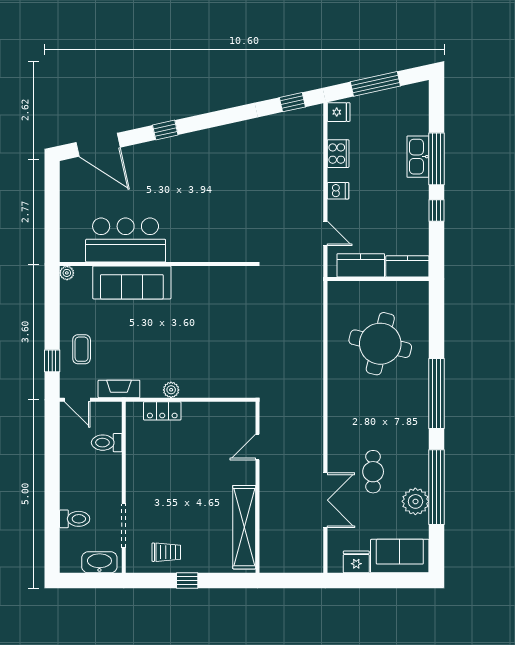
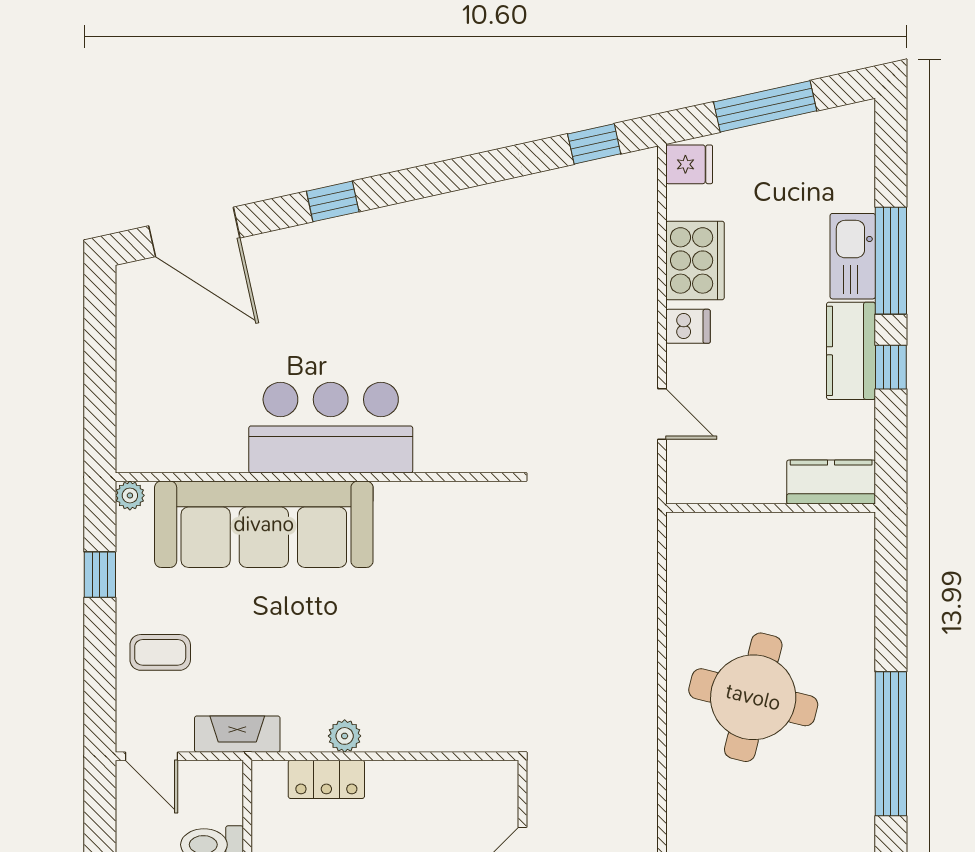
cooker: (338, 154) -> (695, 260), width x1.37, depth x1.31
bar counter: (126, 240) -> (331, 428), moved
kitchen counter: (361, 265) -> (851, 351), moved, turned -90
sofa: (132, 282) -> (264, 524), width x1.36, depth x1.27
round table: (380, 344) -> (753, 697), moved
coffee table: (82, 349) -> (160, 652), turned 90
window: (52, 361) -> (100, 575), moved

